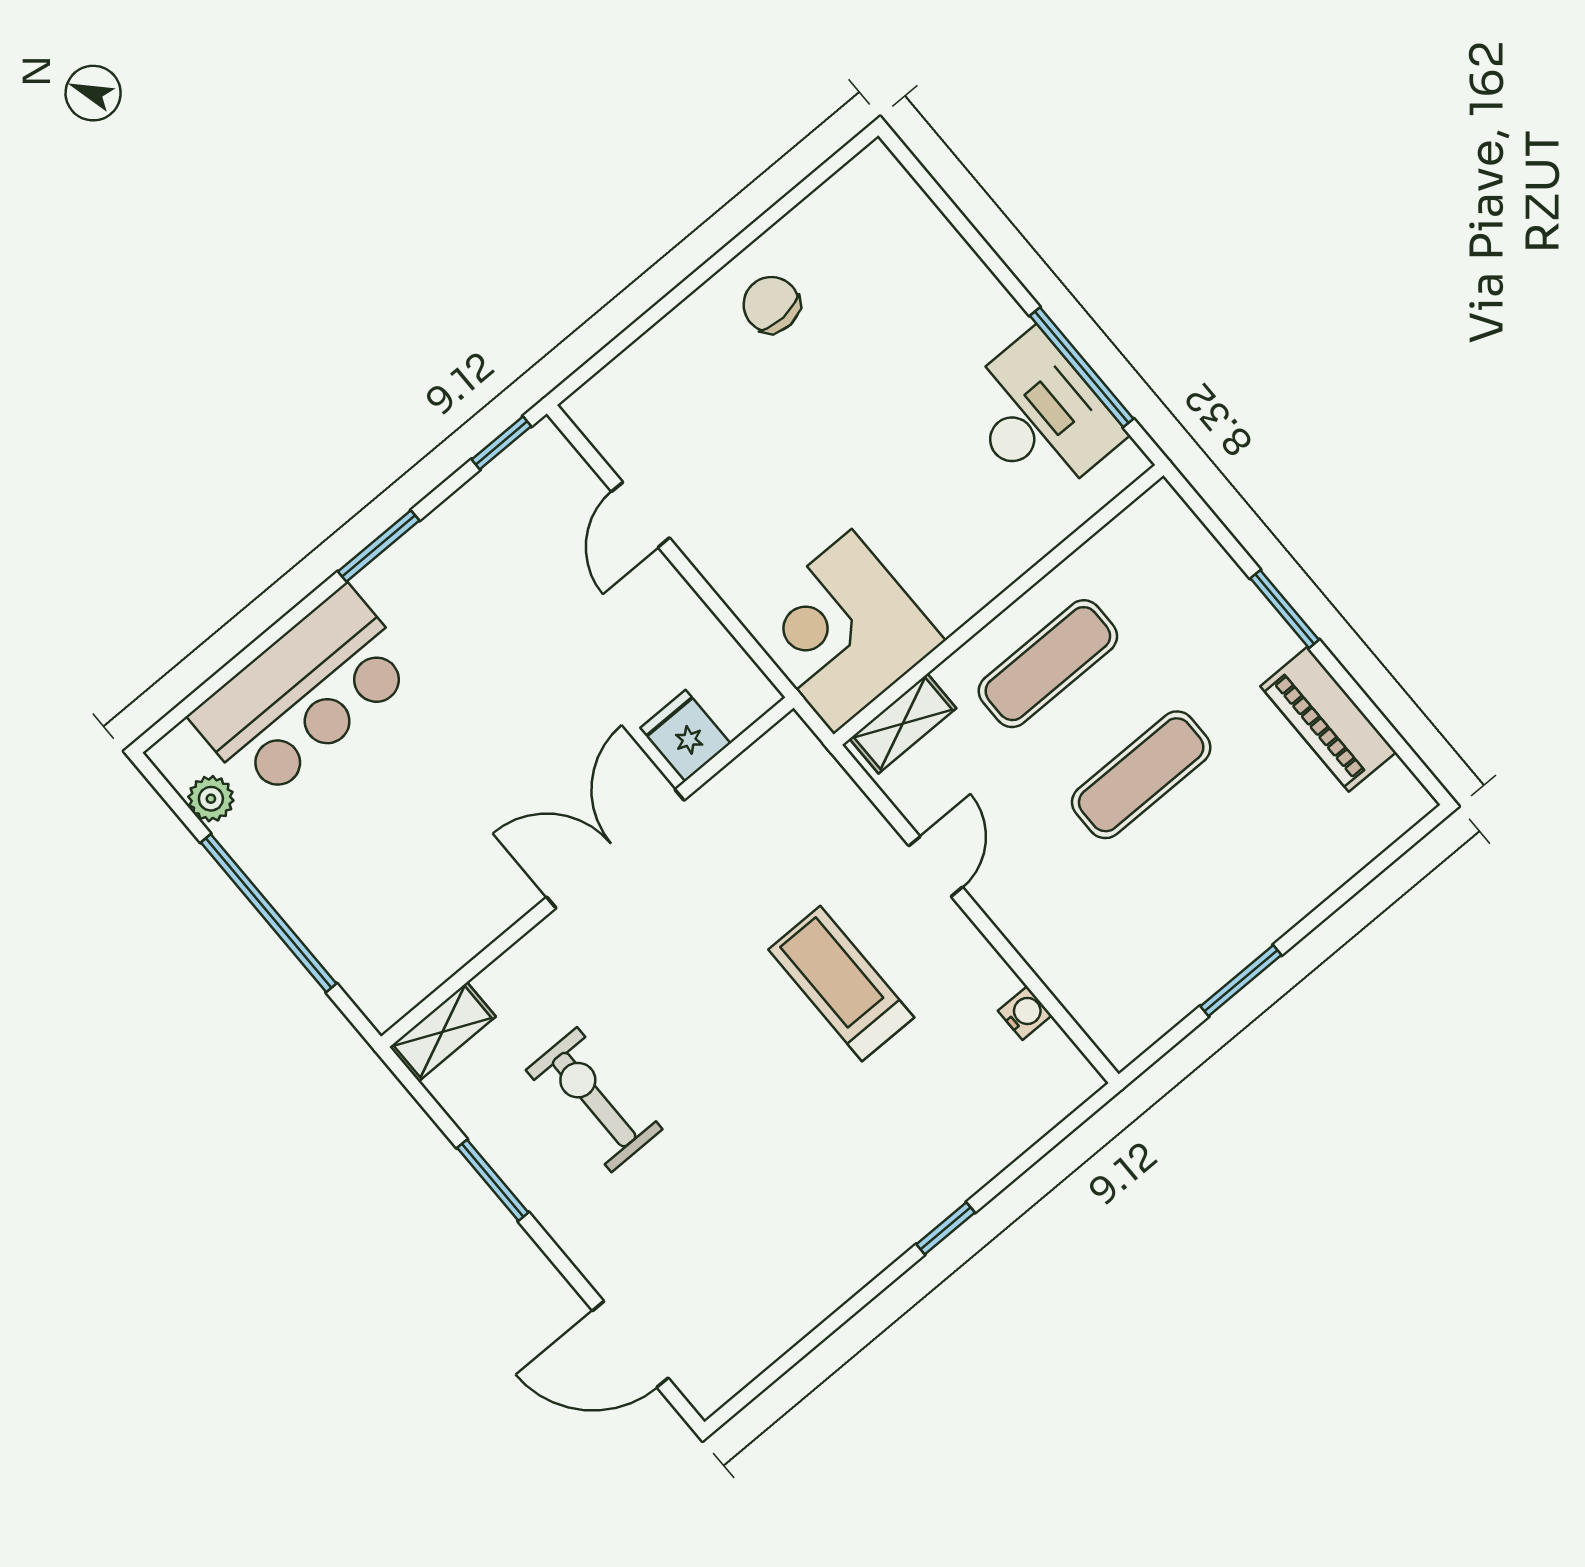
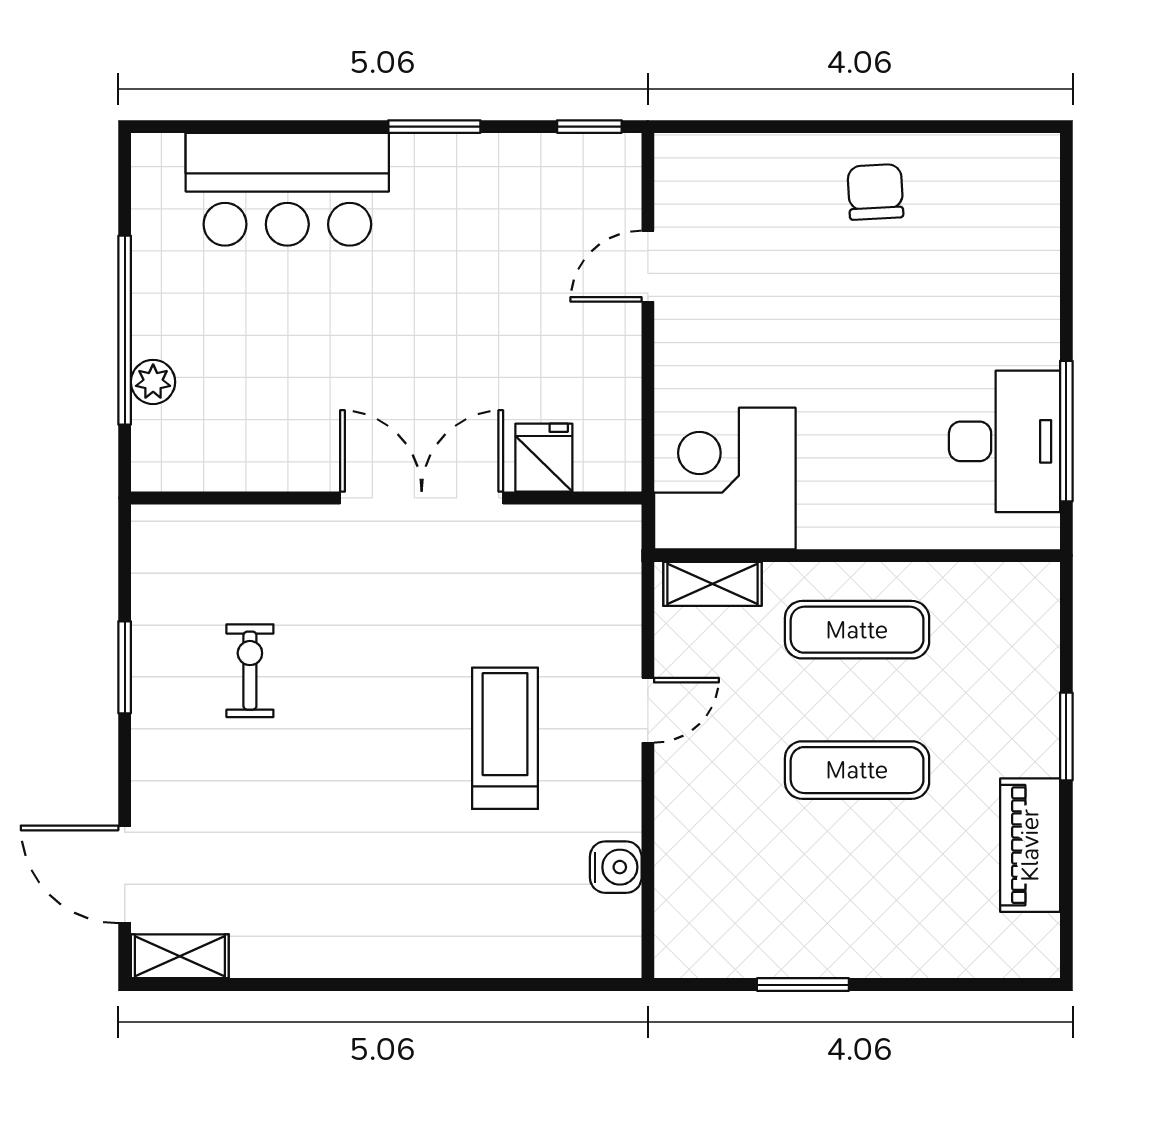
plant: (211, 799) -> (153, 382), moved
water cooler: (1025, 1013) -> (616, 867), width x1.38, depth x1.38
shelving: (443, 1032) -> (180, 956), moved
exercise bike: (594, 1100) -> (250, 671), width x0.73, depth x0.72
window: (946, 1228) -> (430, 985), removed

